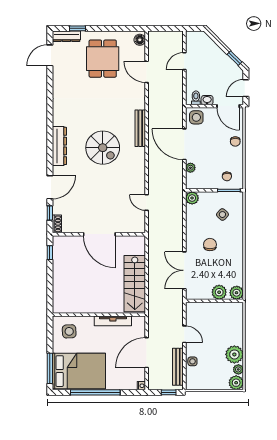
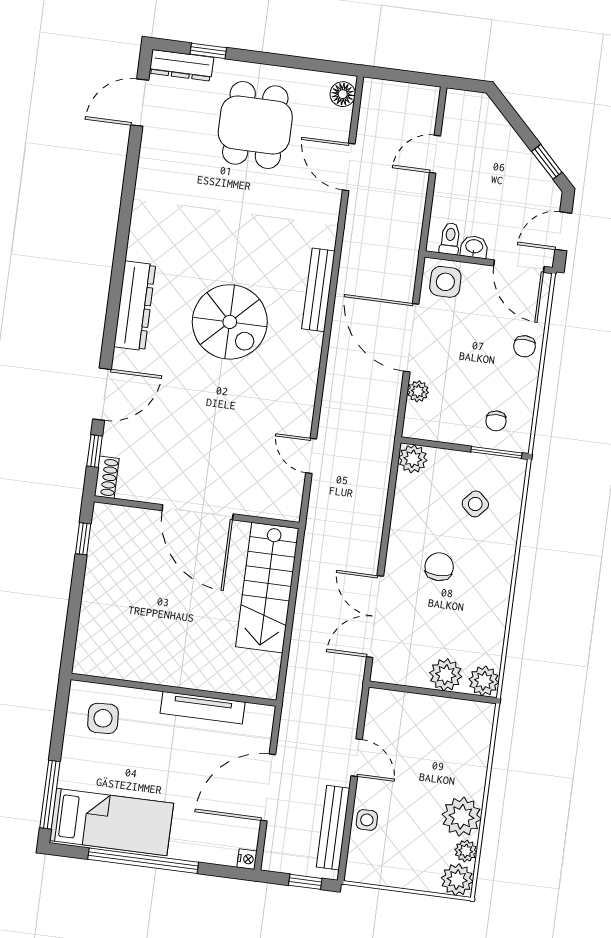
stairs: (135, 284) -> (267, 588), moved
bed: (79, 371) -> (112, 822), width x0.67

